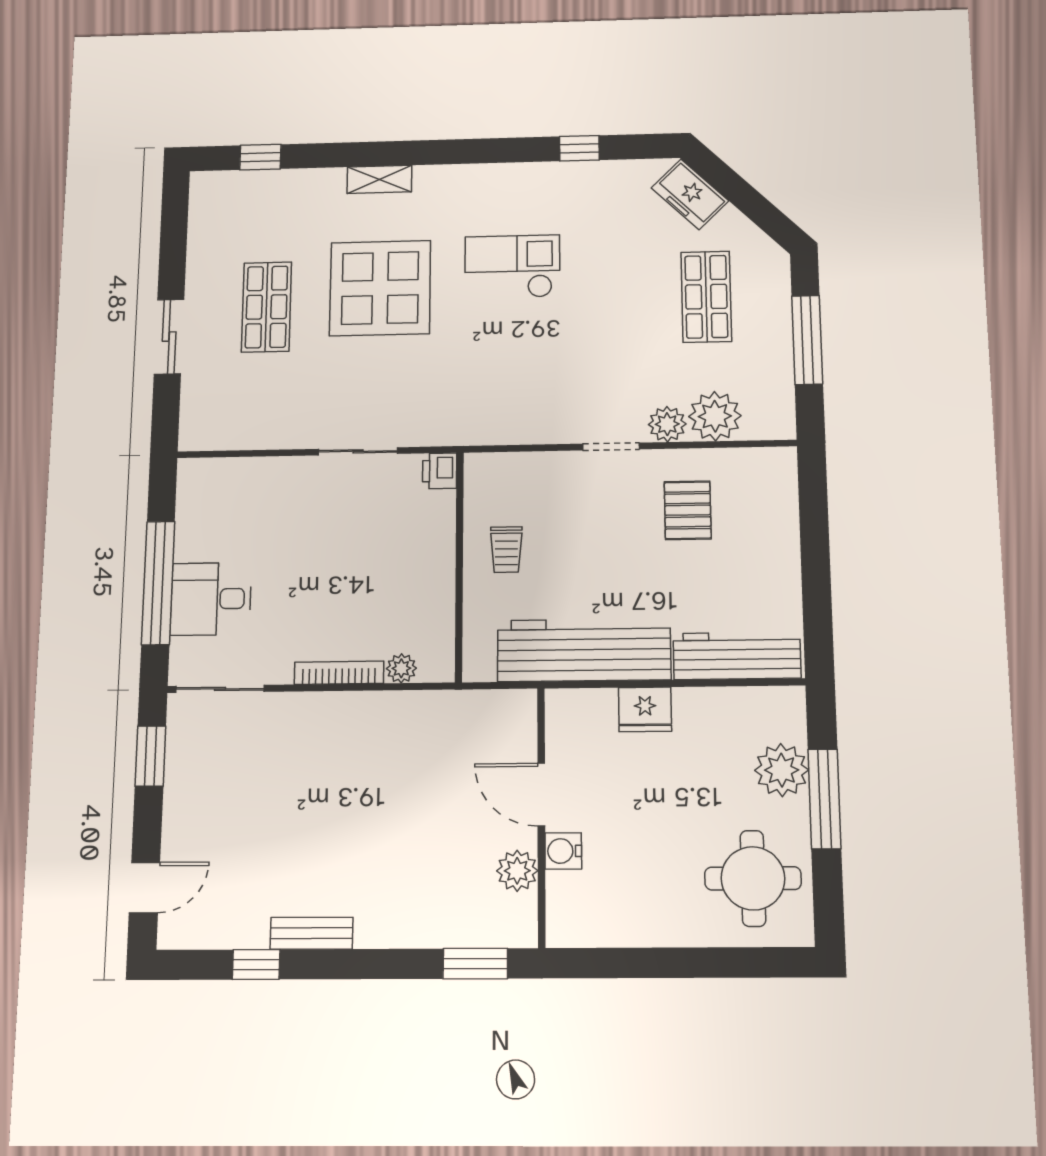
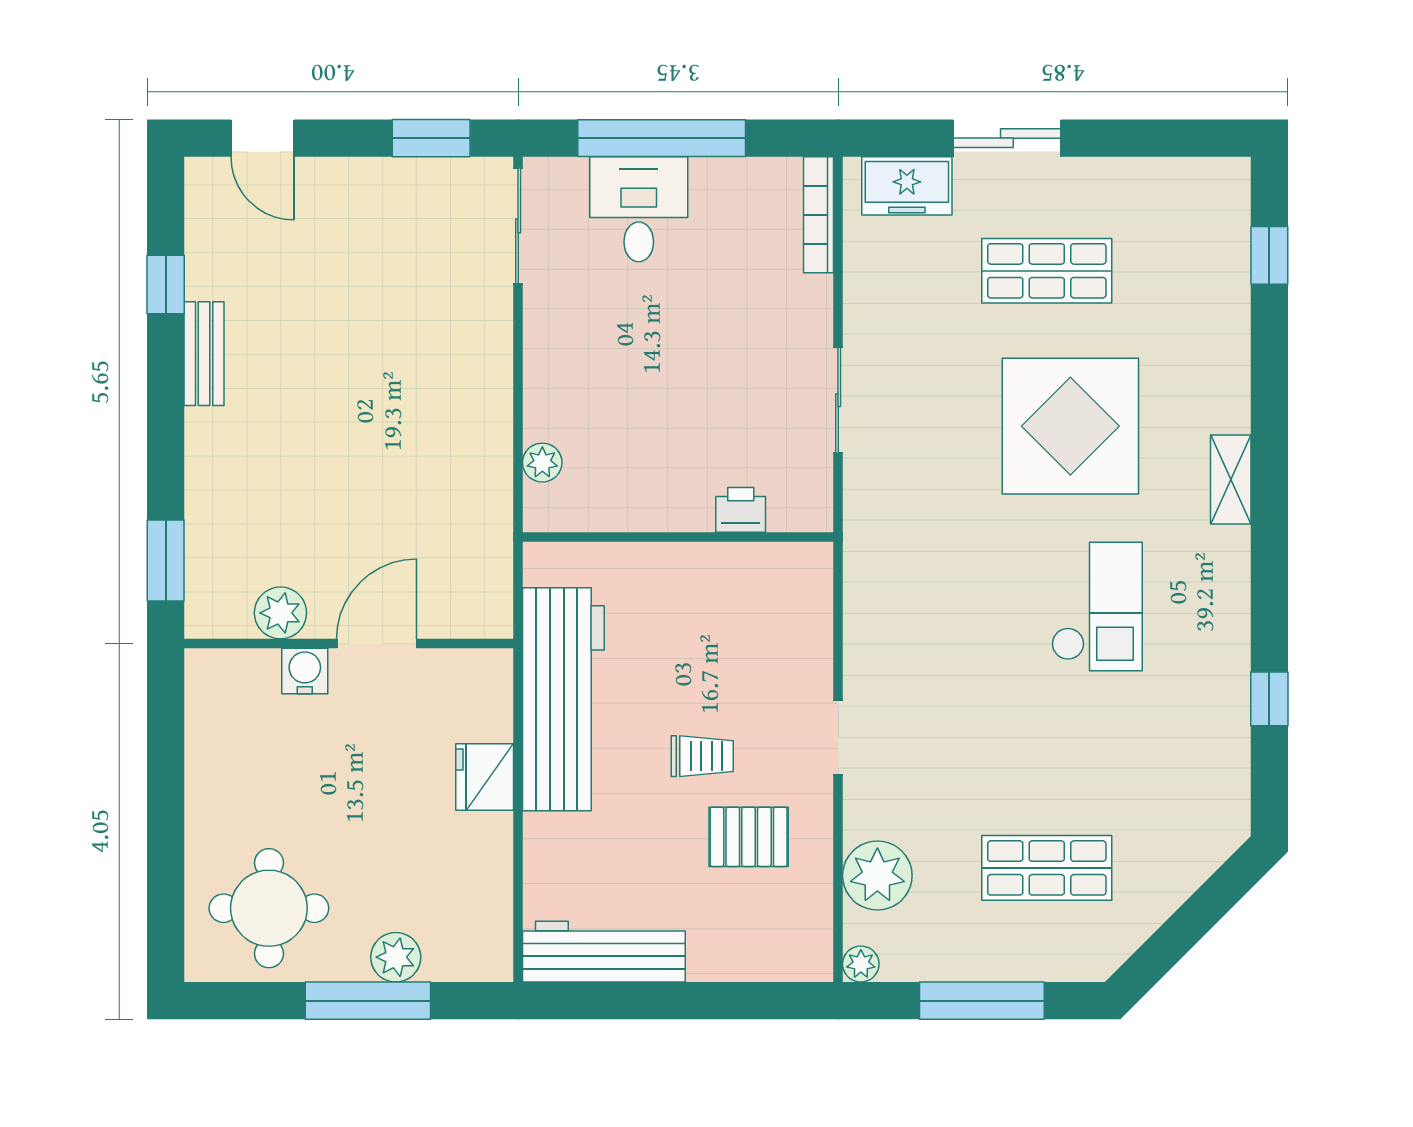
shelving: (379, 179) -> (1231, 480), moved
freezer: (690, 194) -> (907, 186), moved, turned -135
plant: (667, 424) -> (861, 964), moved, width x0.73, depth x0.73
printer: (440, 471) -> (741, 510), moved
trolley: (506, 550) -> (702, 756), moved, turned 180
workbench: (737, 656) -> (604, 952), moved, turned -90
bookcase: (339, 673) -> (819, 215), moved, turned 180
plant: (782, 770) -> (396, 957), width x0.73, depth x0.73

